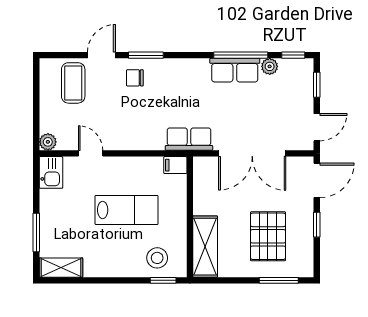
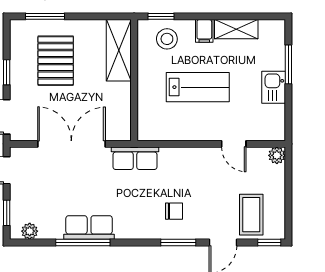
window: (293, 55) -> (269, 243), moved
plant: (270, 66) -> (30, 231), moved
chair: (135, 78) -> (174, 211), moved
filing cabinet: (175, 165) -> (204, 31), moved, turned 90
kitchen sink: (51, 172) -> (274, 87), moved
lab bench: (127, 210) -> (198, 87), turned 180
shelving: (61, 268) -> (236, 29), moved

